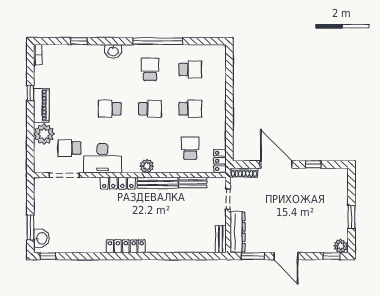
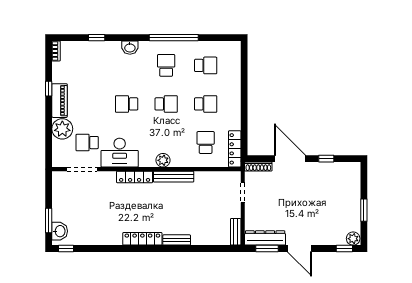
locker: (220, 161) -> (235, 149), width x1.53
bench: (193, 182) -> (177, 240), moved
dresser: (237, 232) -> (265, 238), moved, turned -90

